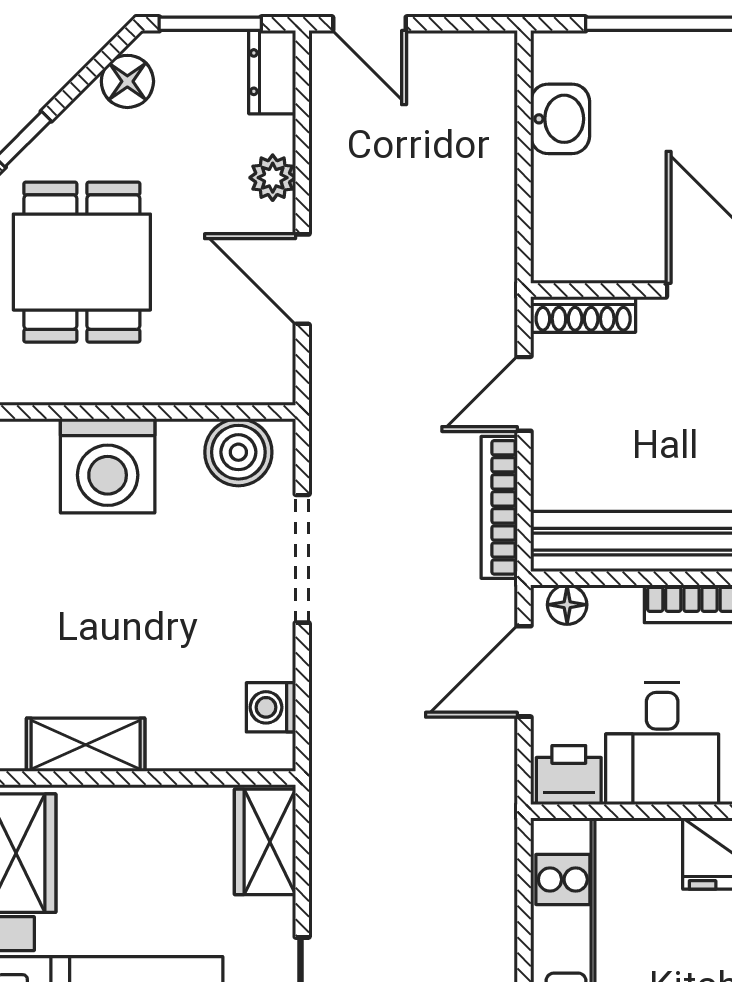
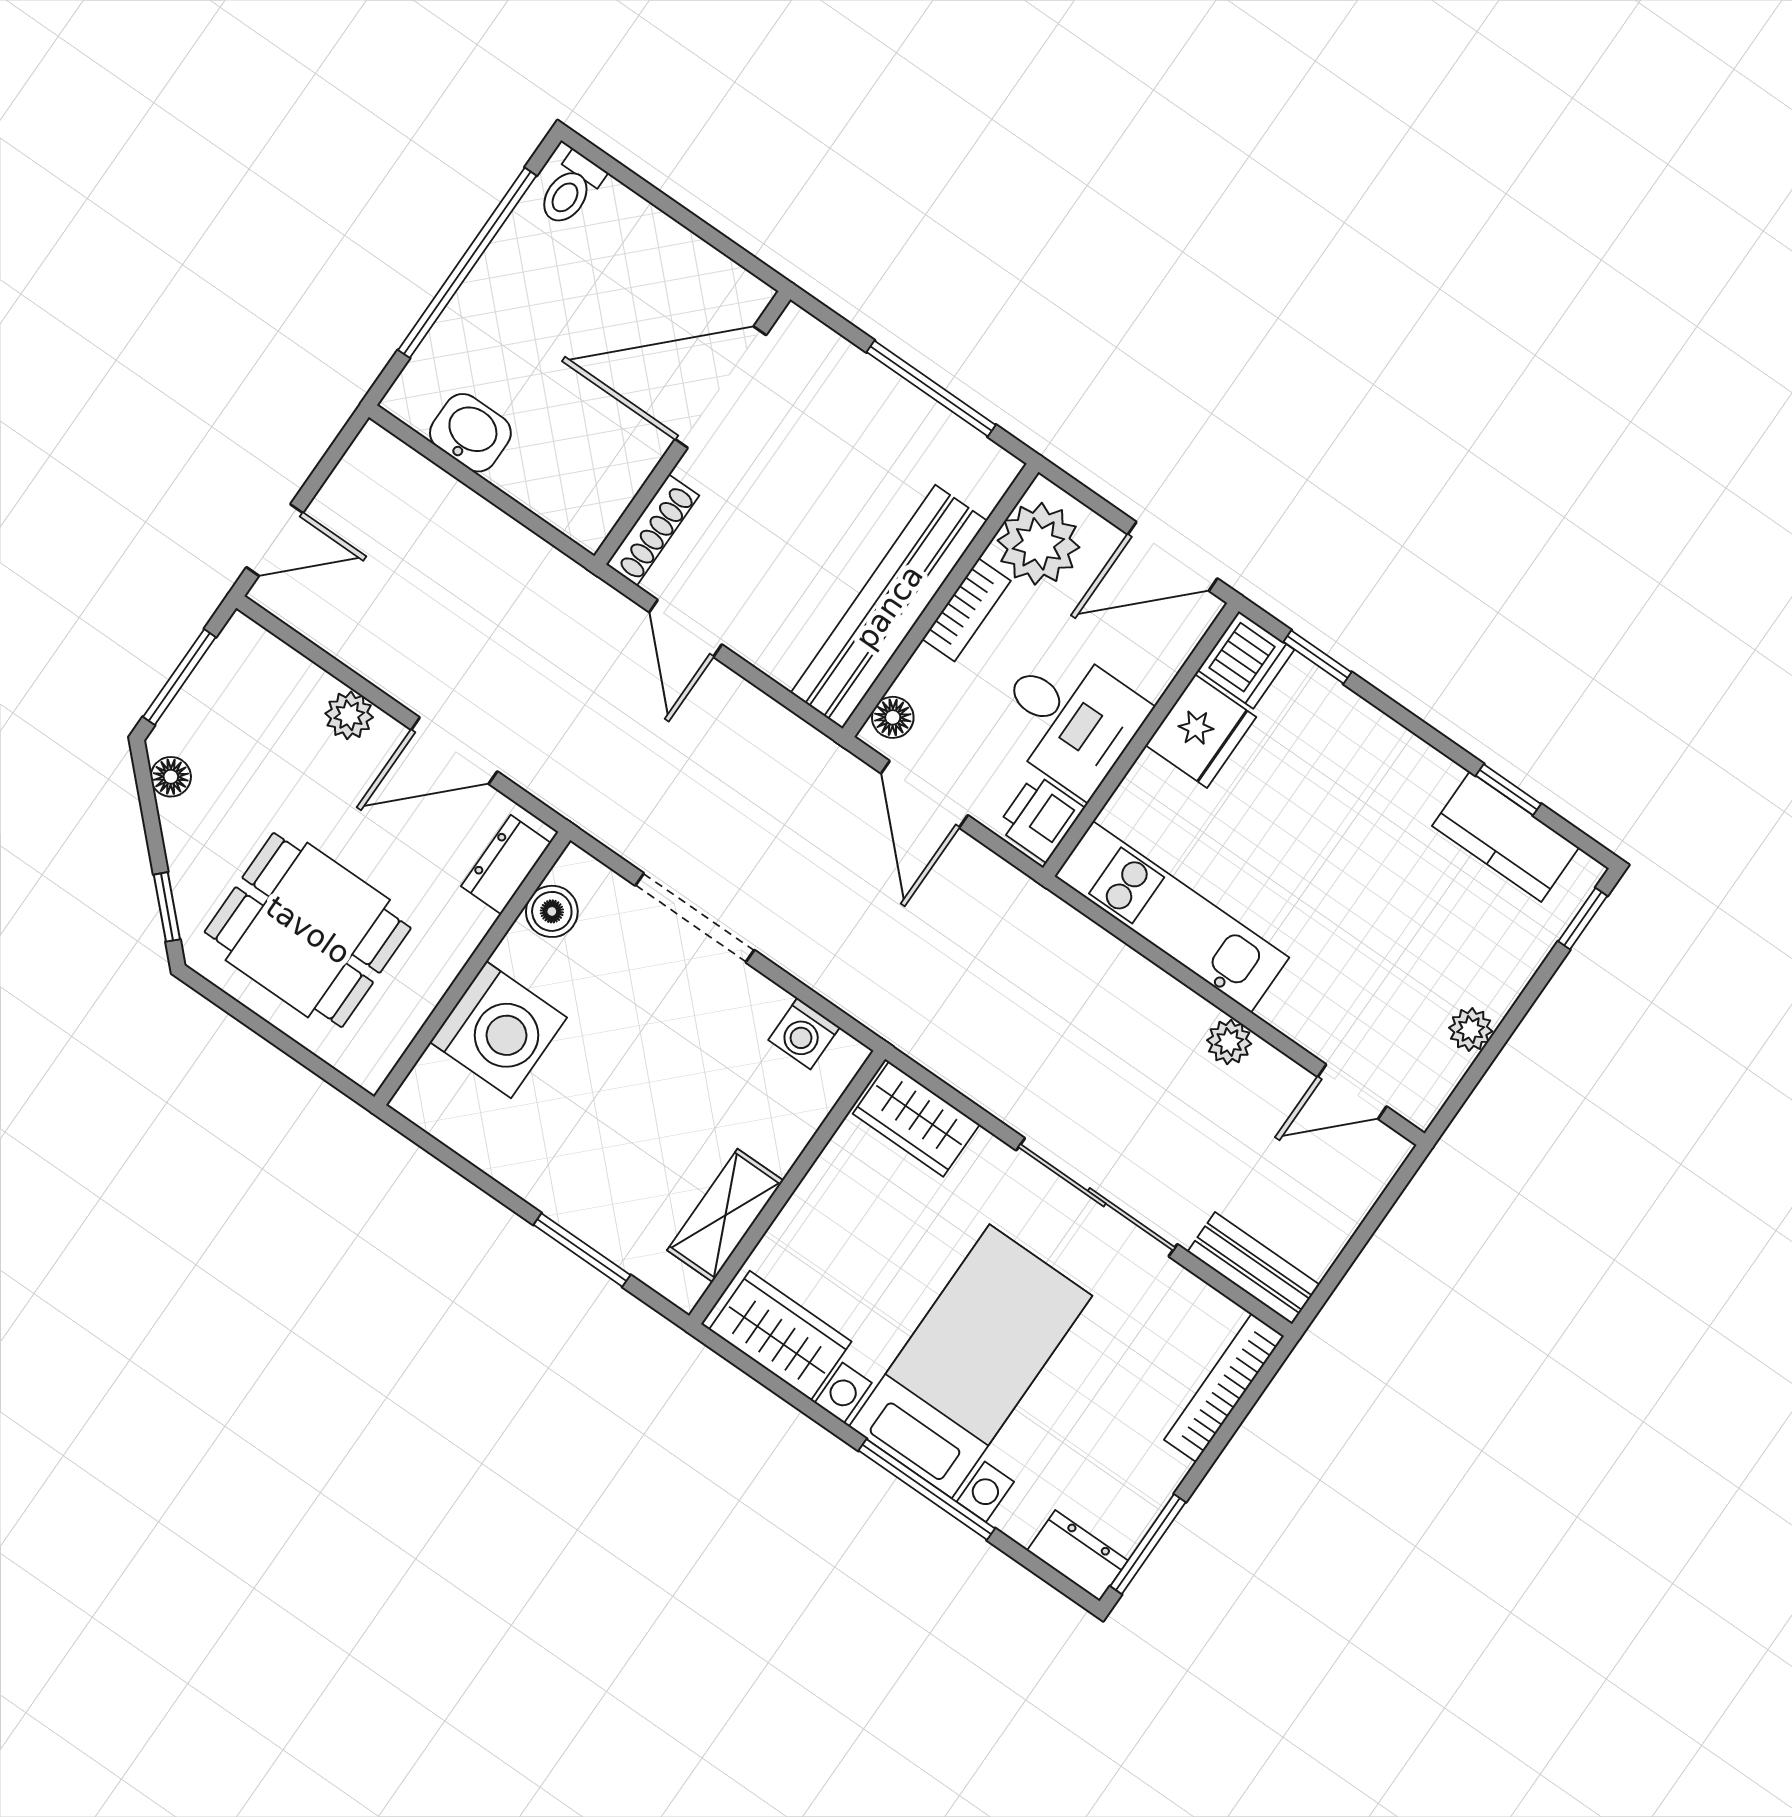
dresser: (272, 72) -> (506, 865), moved, turned 90
floor lamp: (127, 81) -> (171, 777), width x0.73, depth x0.73
boiler: (238, 452) -> (552, 911), width x0.73, depth x0.73
bookcase: (499, 507) -> (768, 718), removed

